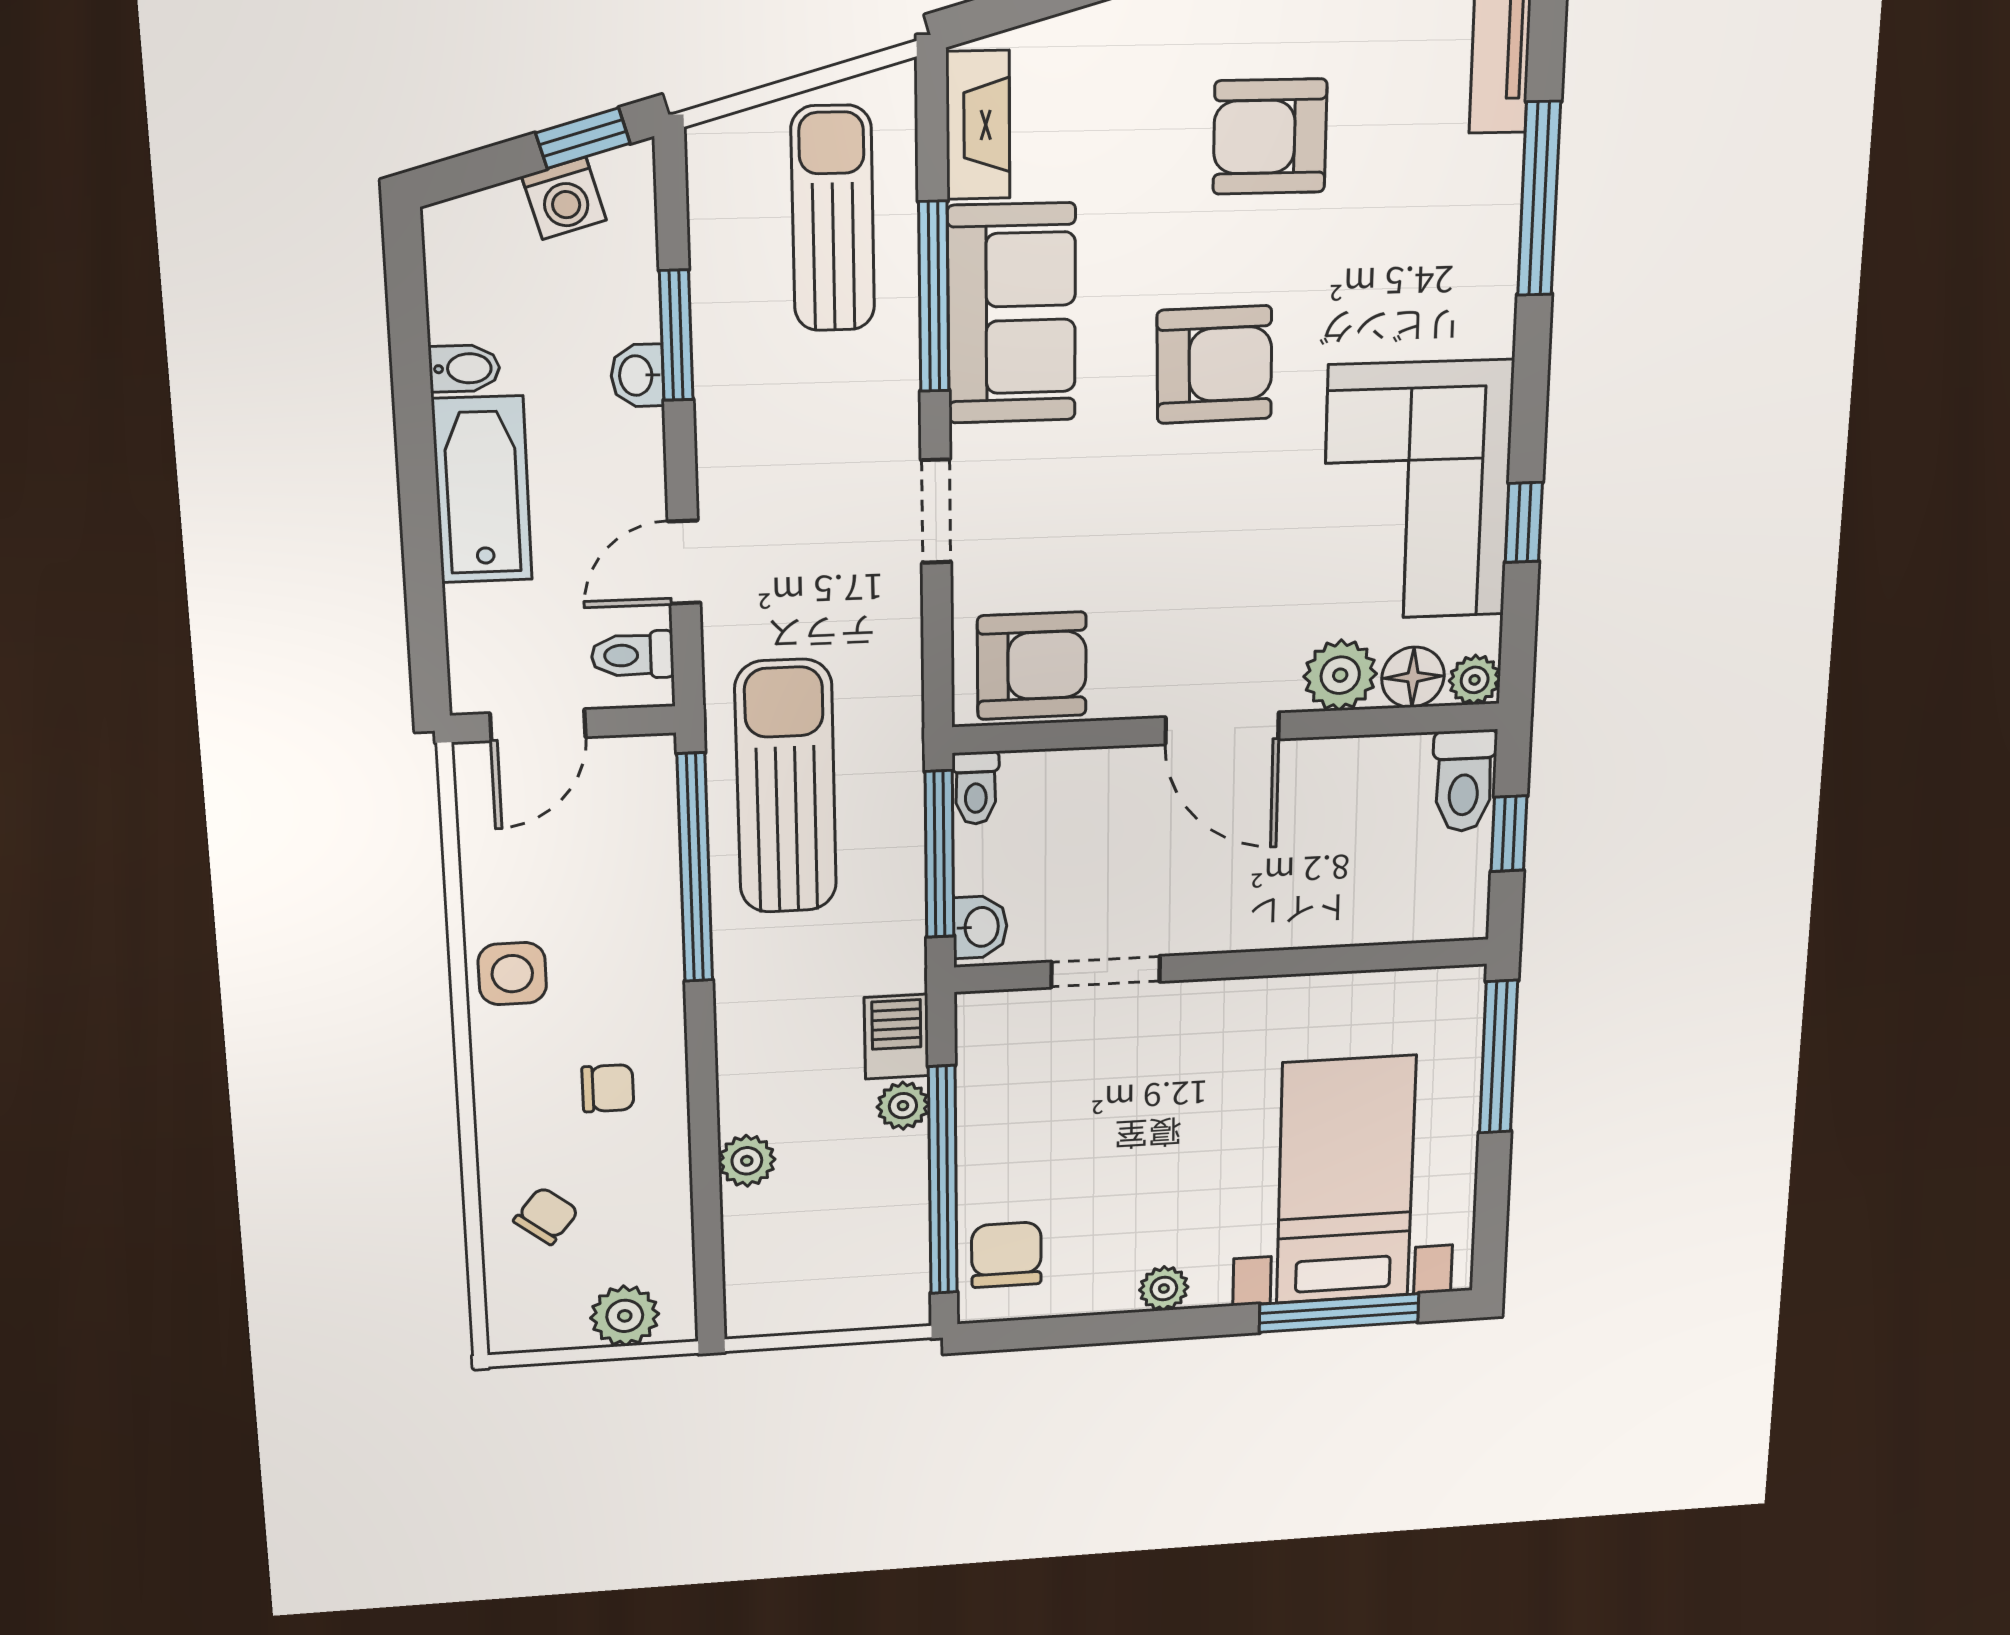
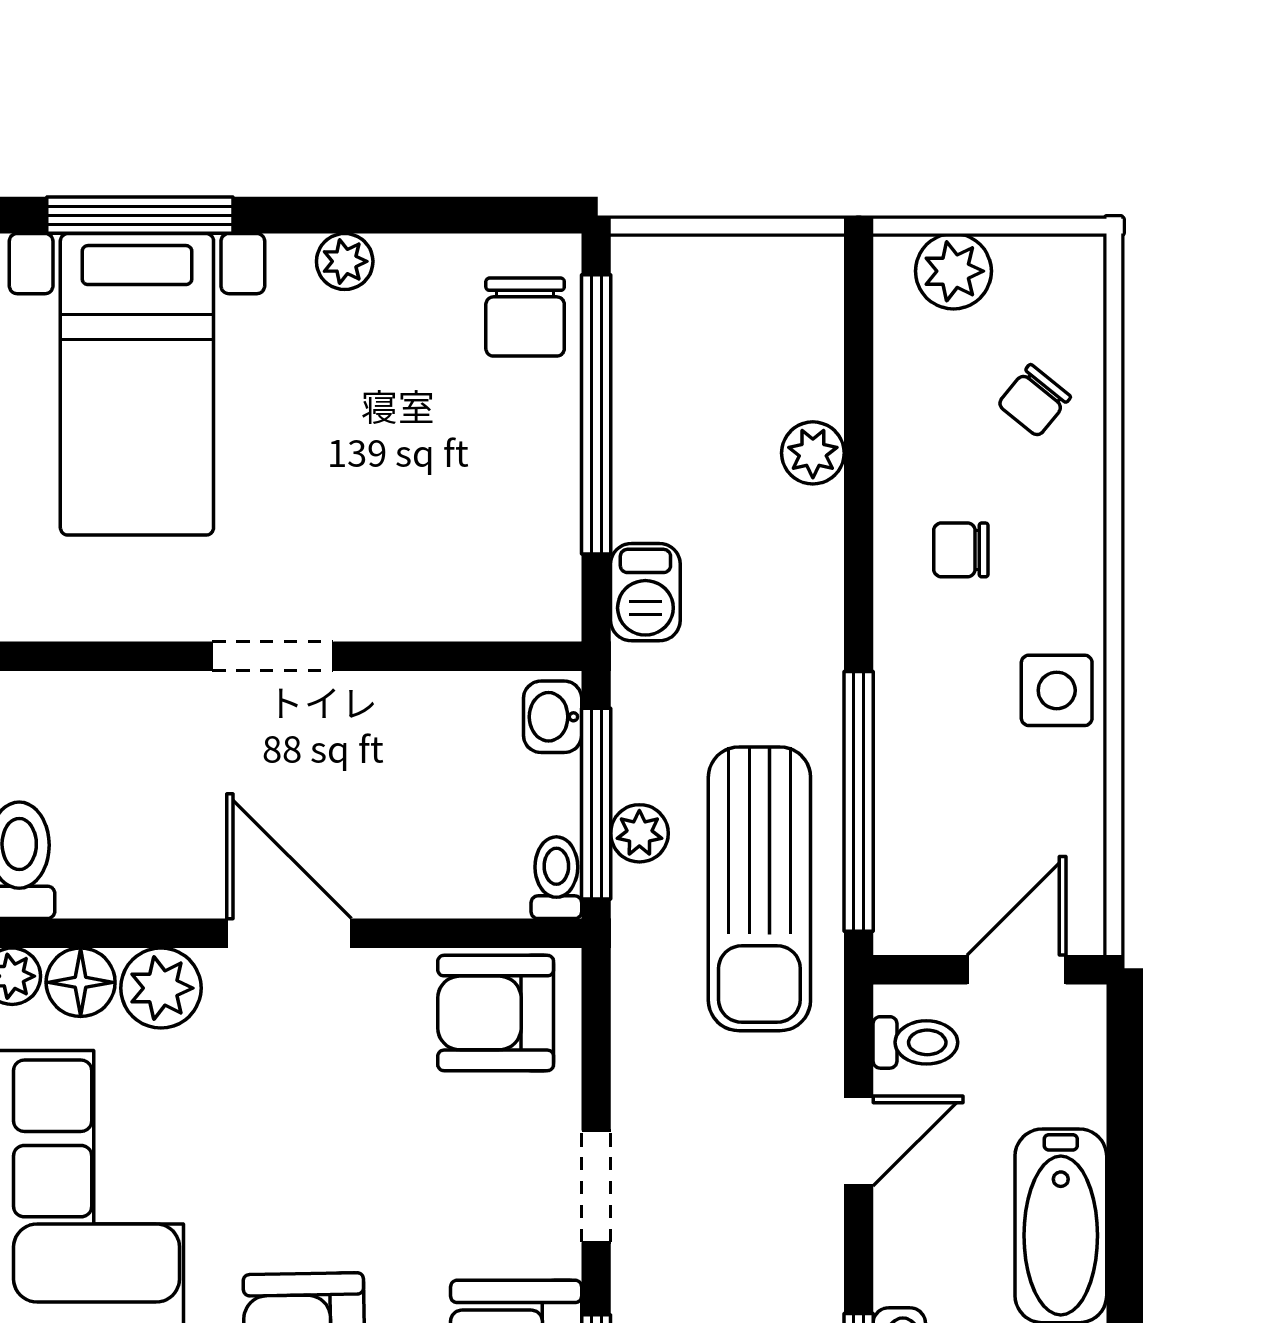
doorway: (1106, 972) -> (273, 656), moved
plant: (903, 1106) -> (639, 833), moved

